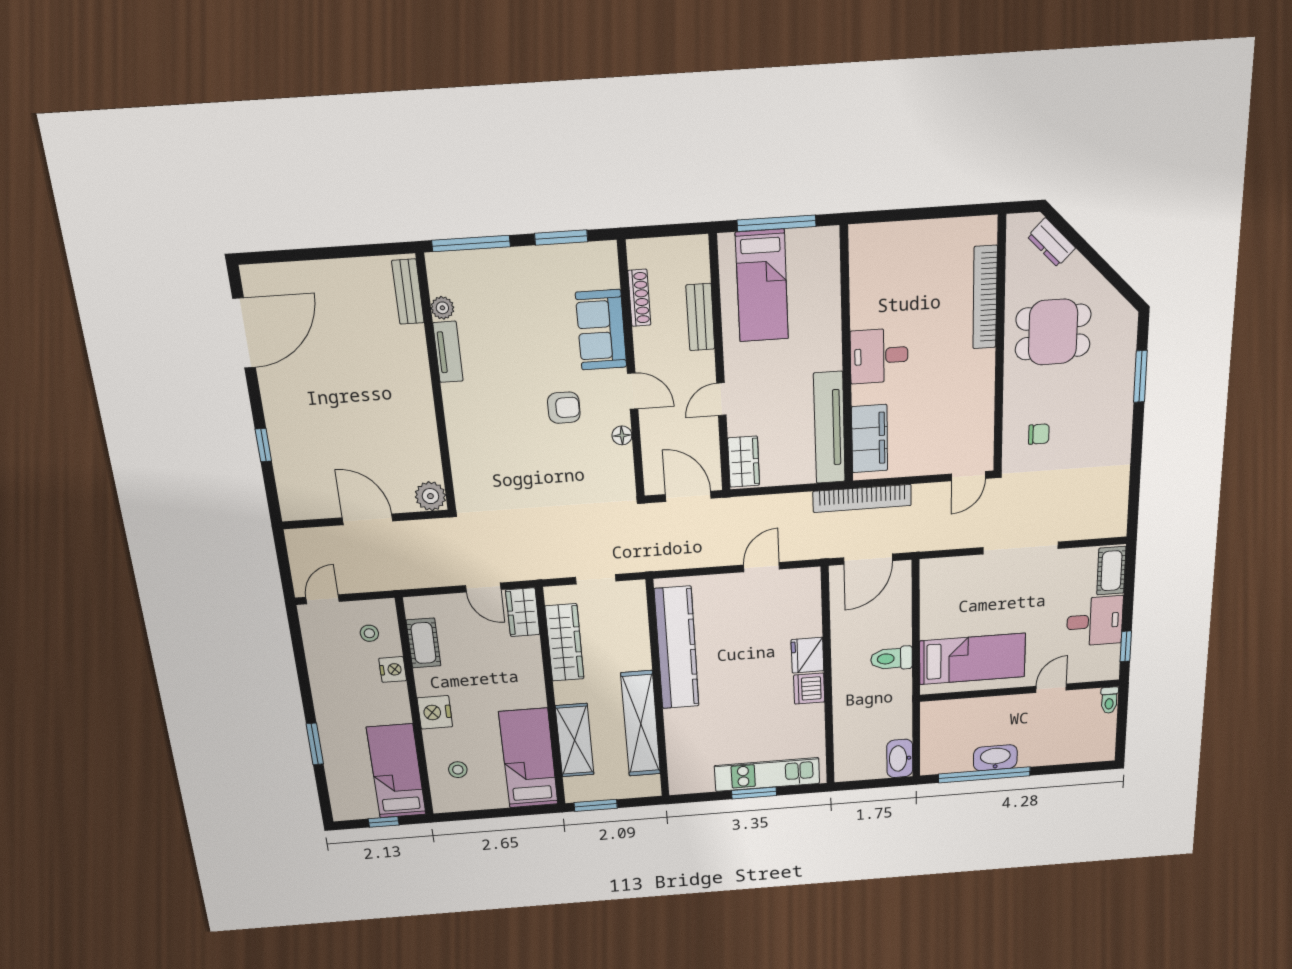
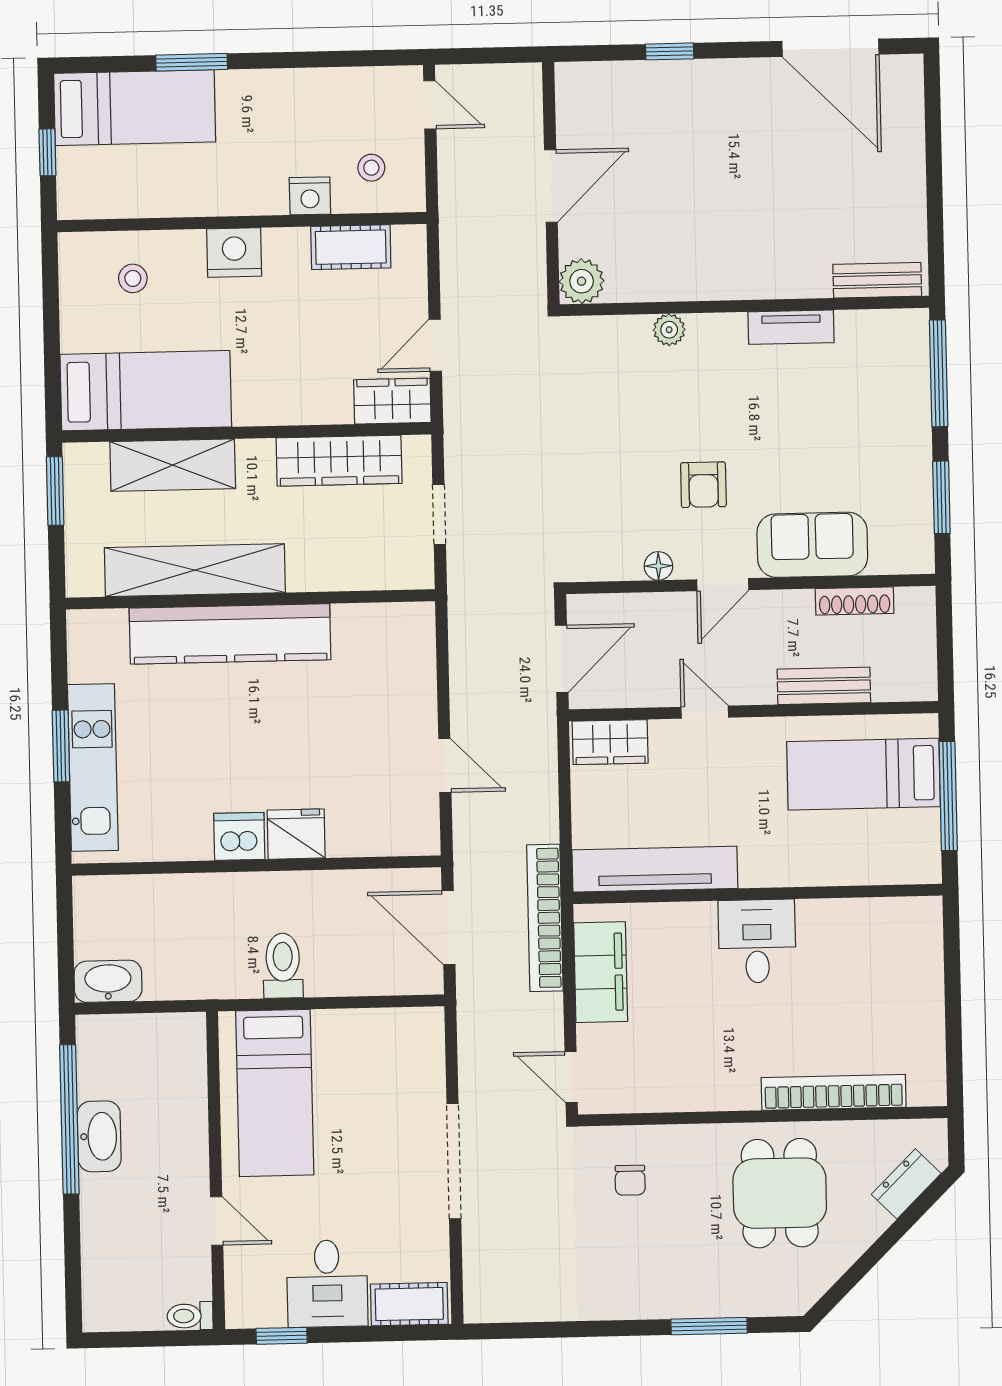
plant: (442, 308) -> (669, 330), moved
filing cabinet: (870, 439) -> (601, 972), moved, turned -90
kitchen counter: (677, 648) -> (230, 634), moved
bed: (396, 771) -> (135, 108), moved

